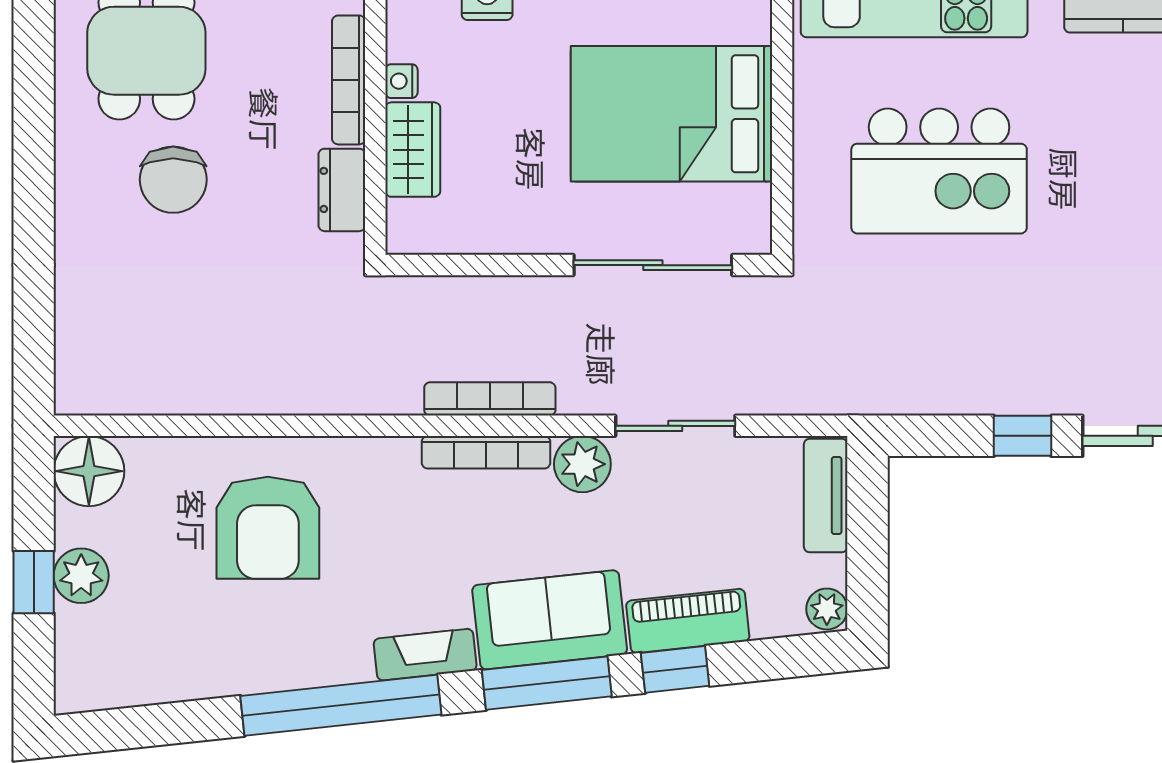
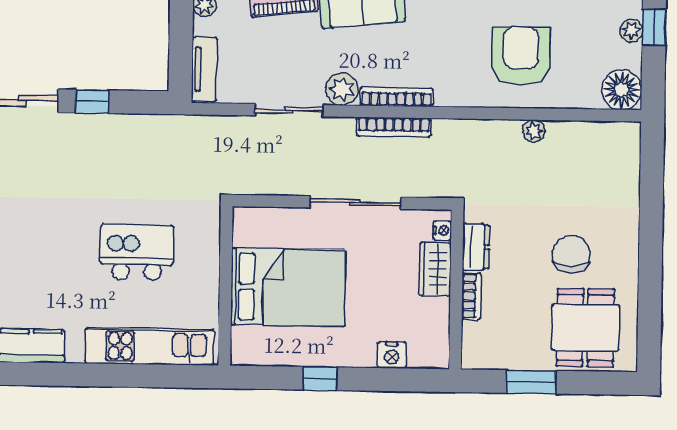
bookcase: (349, 80) -> (471, 296), width x0.64
nightstand: (401, 81) -> (442, 231), moved
kitchen island: (939, 171) -> (137, 252), width x0.73, depth x0.78
sliding door: (653, 265) -> (355, 202), moved
plant: (243, 396) -> (534, 131), added
plant: (81, 576) -> (631, 31), width x0.73, depth x0.73

